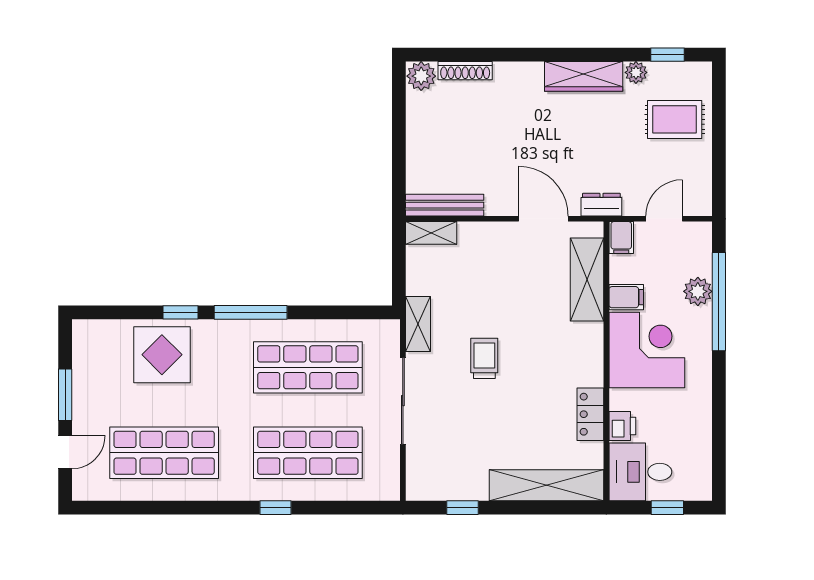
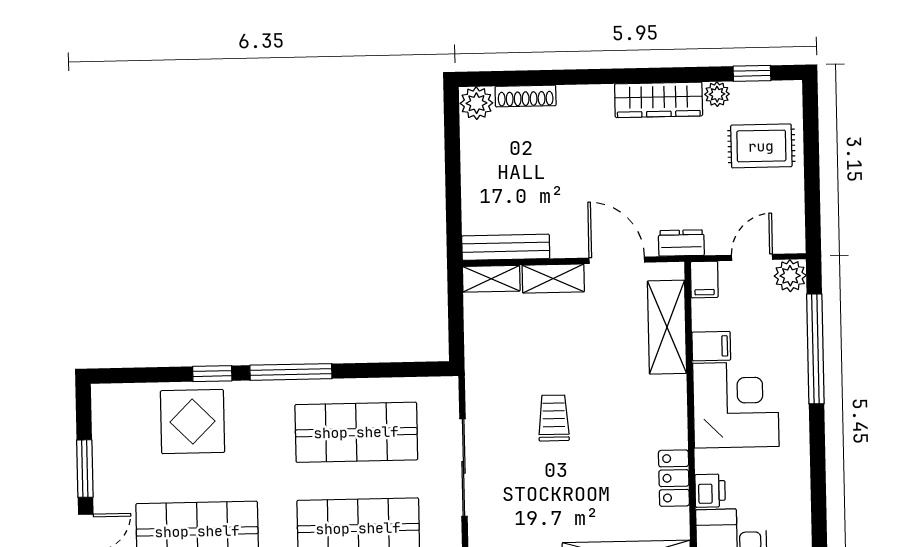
plant: (698, 291) -> (790, 276), moved
shelving: (418, 324) -> (553, 279), moved, turned 90

